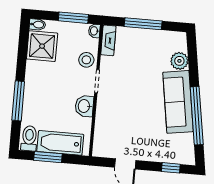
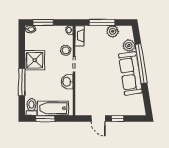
window: (73, 18) -> (43, 22), moved
plant: (157, 38) -> (113, 31), added
shower: (42, 46) -> (35, 60), moved
window: (197, 116) -> (141, 64), moved
window: (171, 168) -> (118, 119), moved

